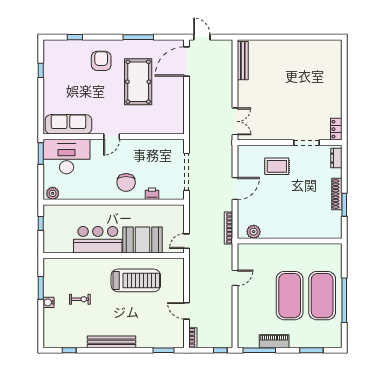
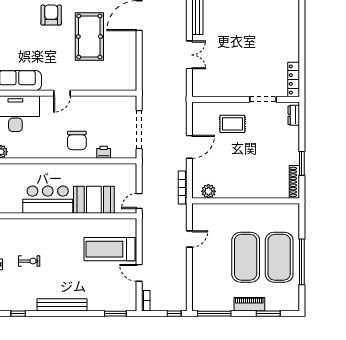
double door: (235, 121) -> (189, 55), moved
locker: (336, 129) -> (294, 79), width x1.53
shoe rack: (337, 194) -> (294, 182), moved
treadmill: (136, 280) -> (109, 249), moved, turned 180
piano: (274, 341) -> (249, 304), moved

